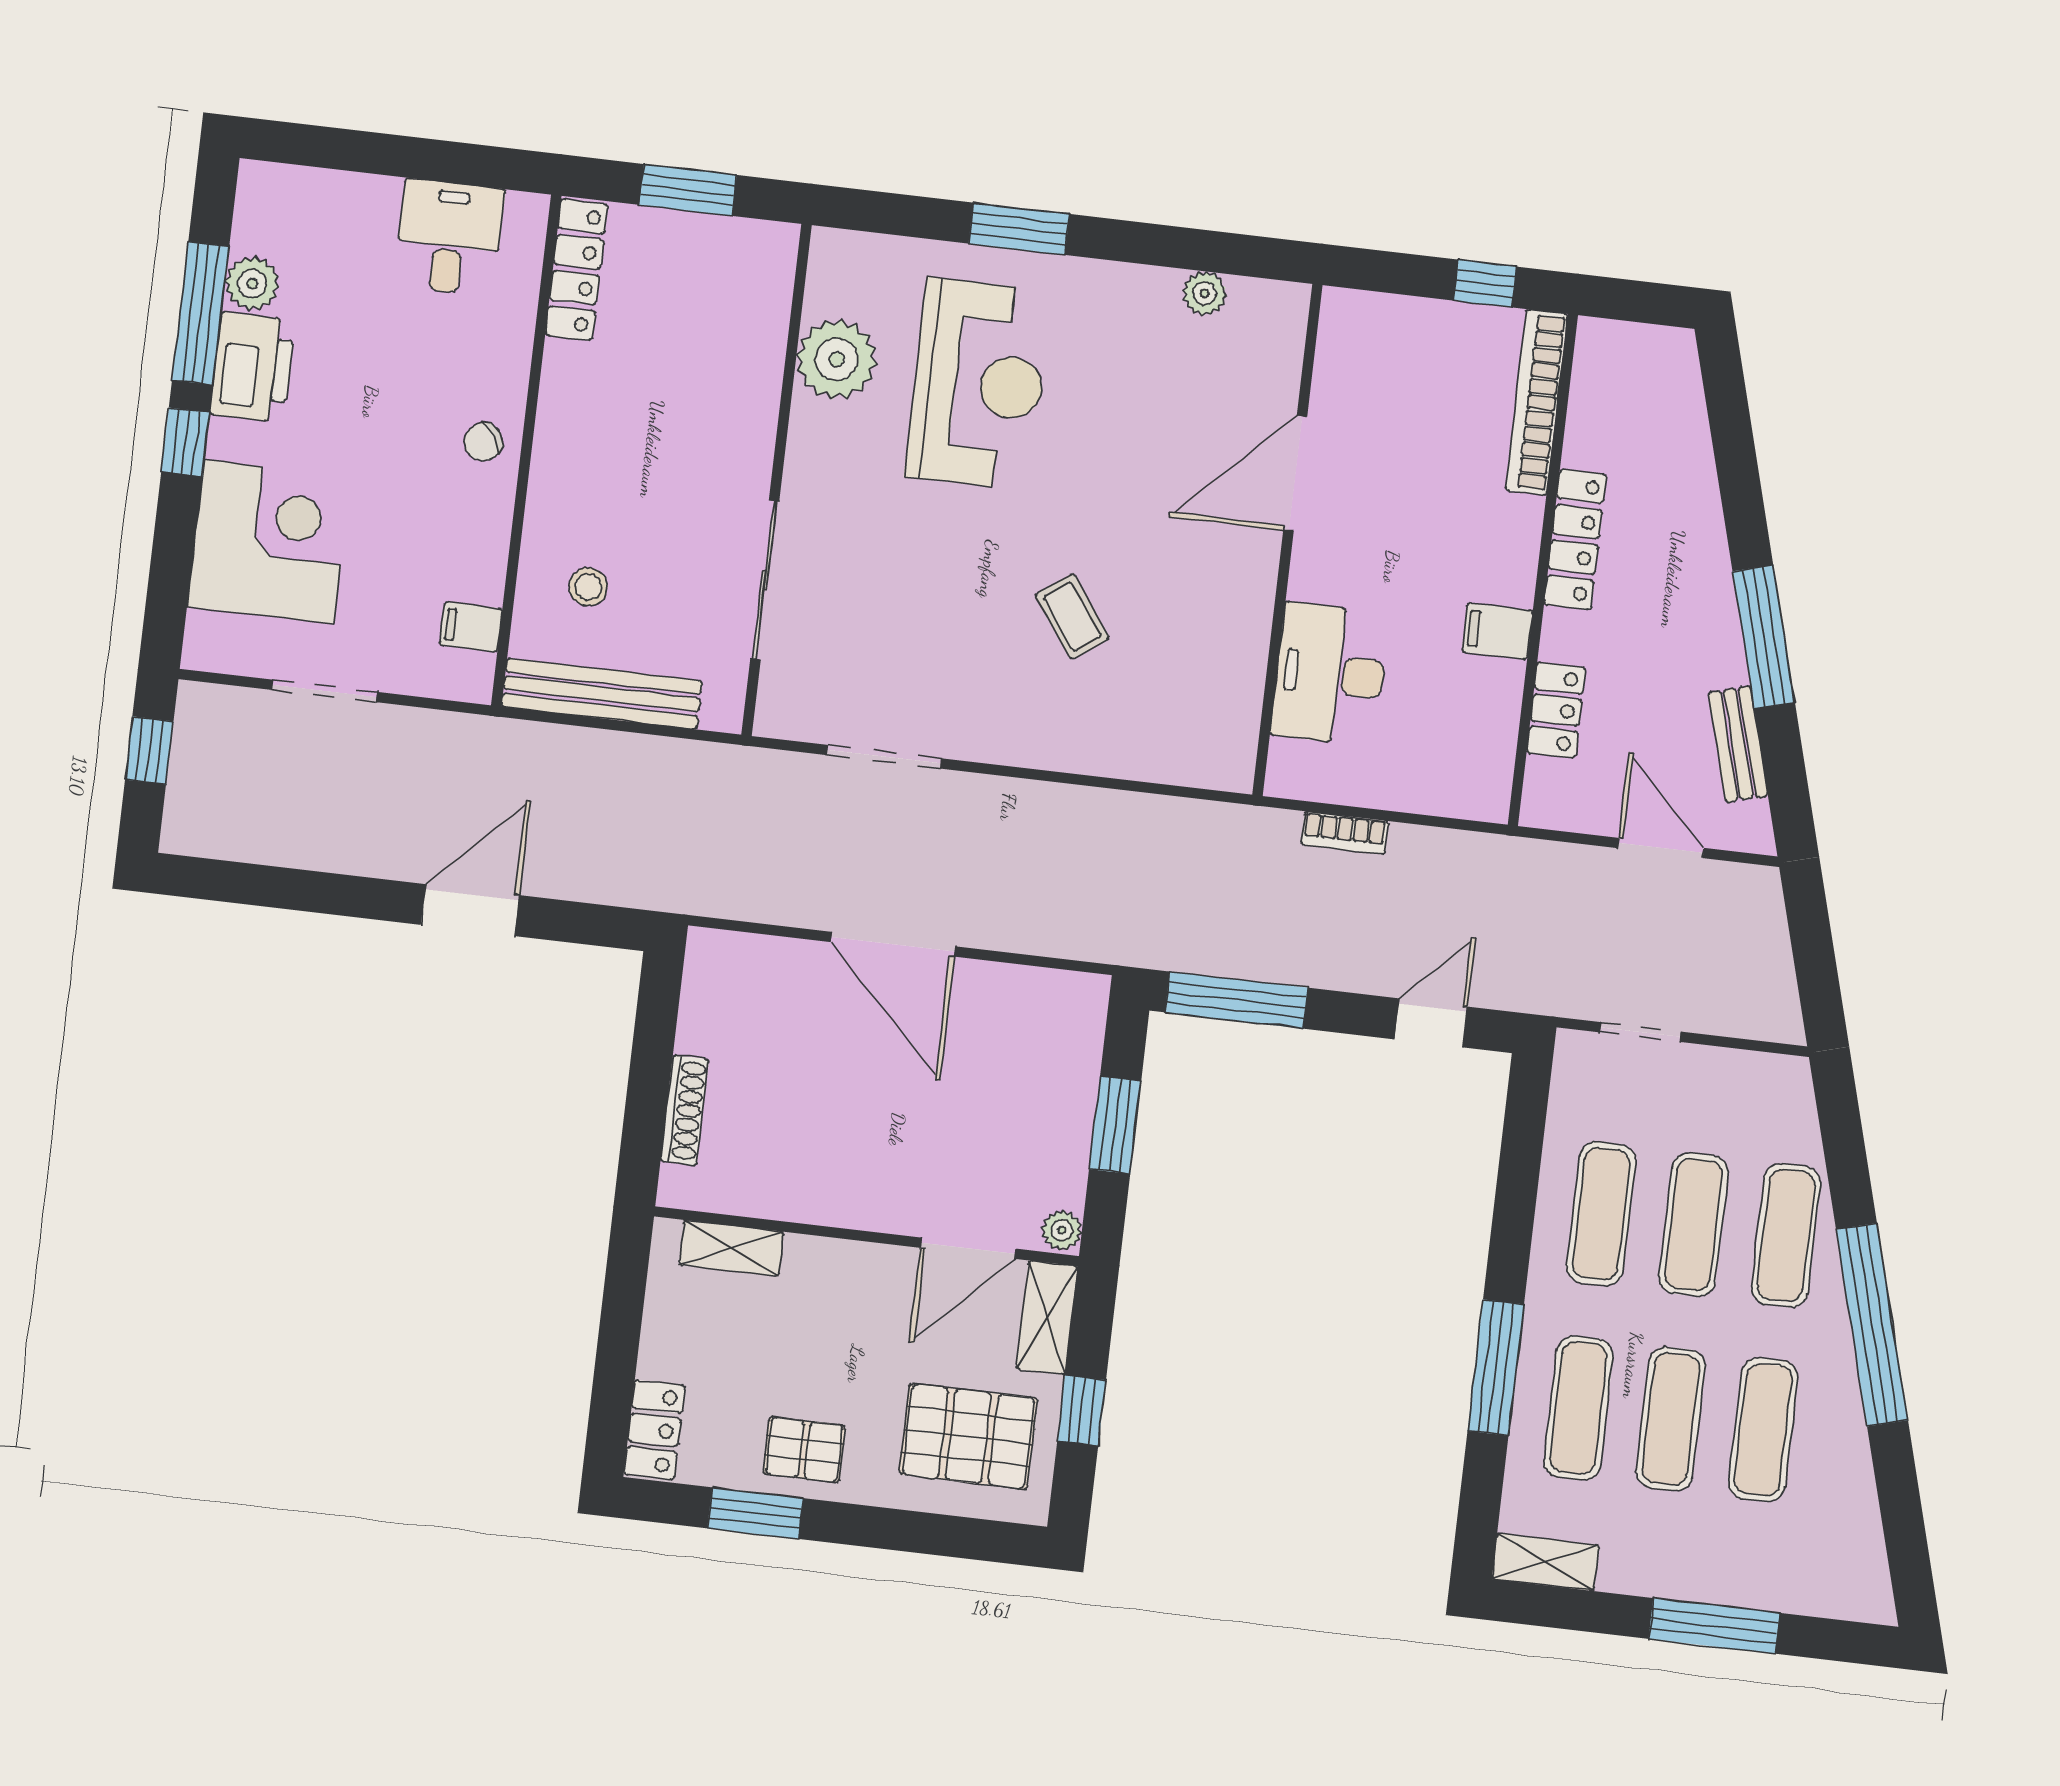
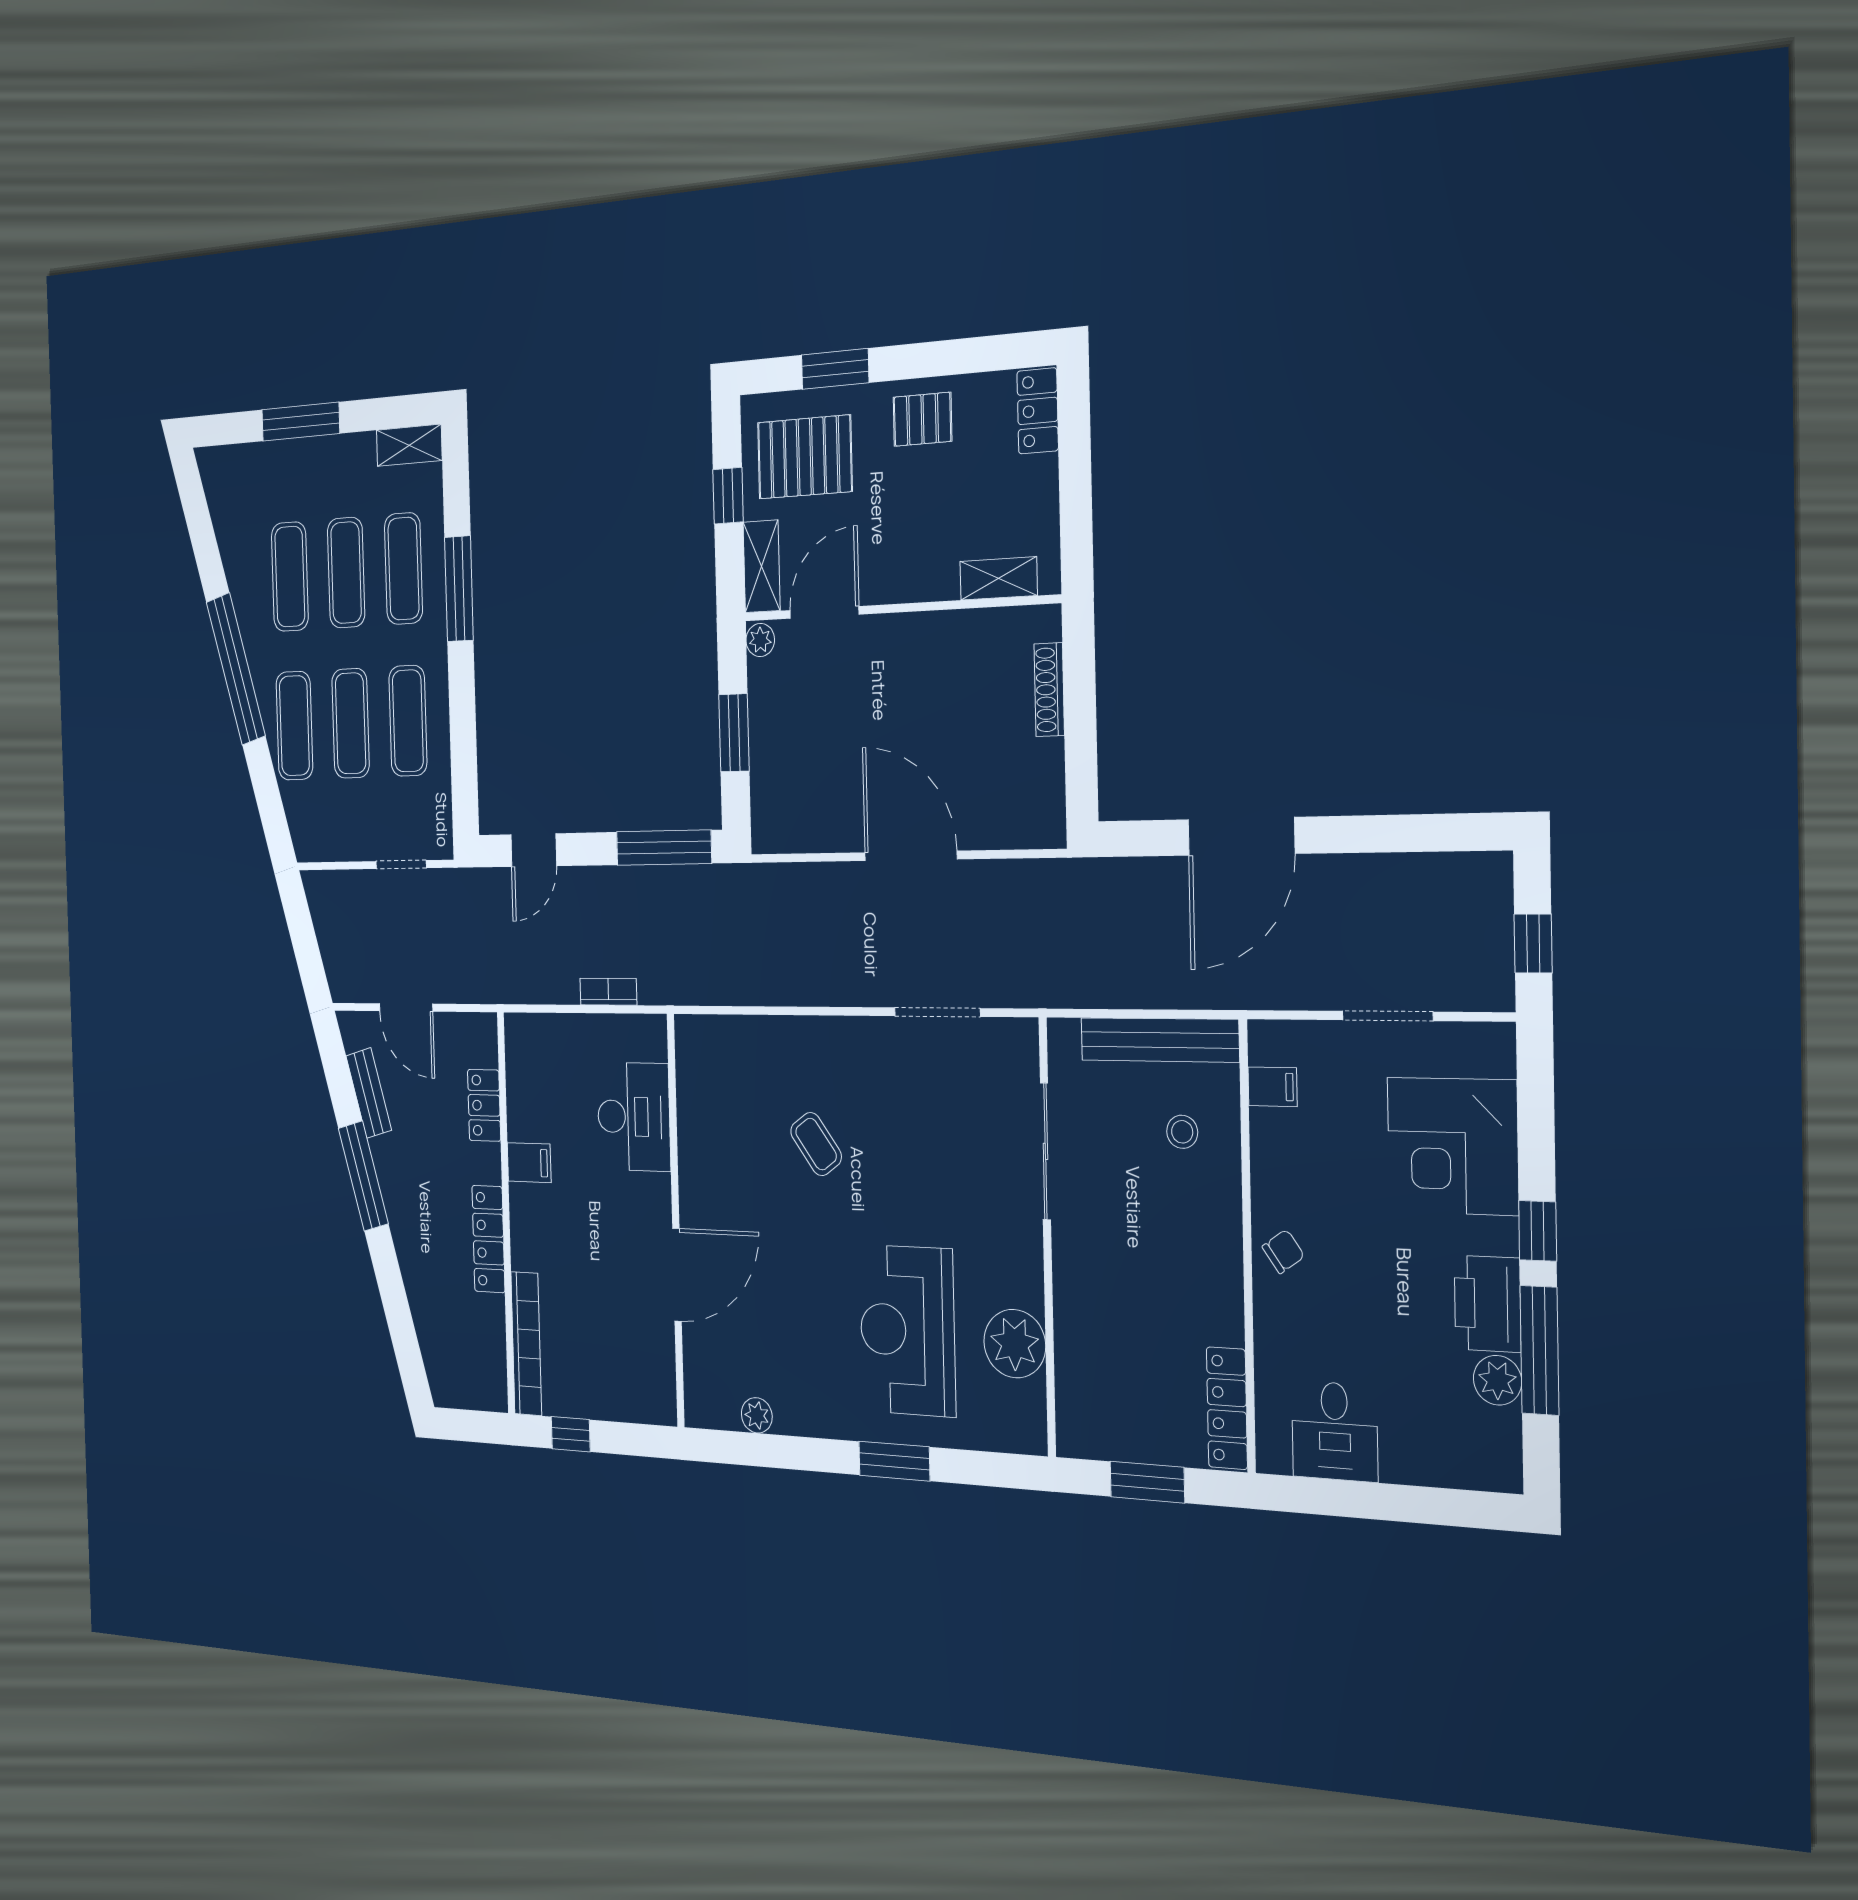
door: (470, 910) -> (1241, 836), width x1.36
window: (755, 1513) -> (835, 369), moved

